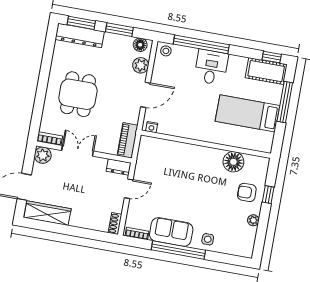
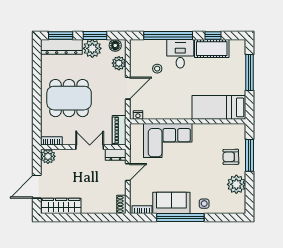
plant: (114, 44) -> (92, 48), added
stool: (166, 51) -> (157, 69), moved
window: (272, 57) -> (213, 36), moved
cot: (266, 71) -> (212, 49), moved
dining table: (78, 94) -> (69, 98), width x1.38
bed: (247, 113) -> (219, 107), moved
double door: (78, 151) -> (90, 147), moved
corner sofa: (180, 161) -> (168, 140), added
floor lamp: (233, 162) -> (214, 132), removed
window: (268, 195) -> (250, 155), width x2.17
plant: (253, 220) -> (236, 184), width x1.88, depth x1.88

